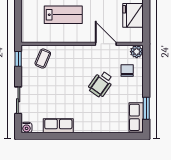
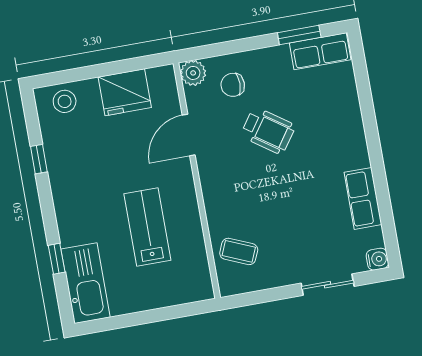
window: (18, 59) -> (248, 299), removed

